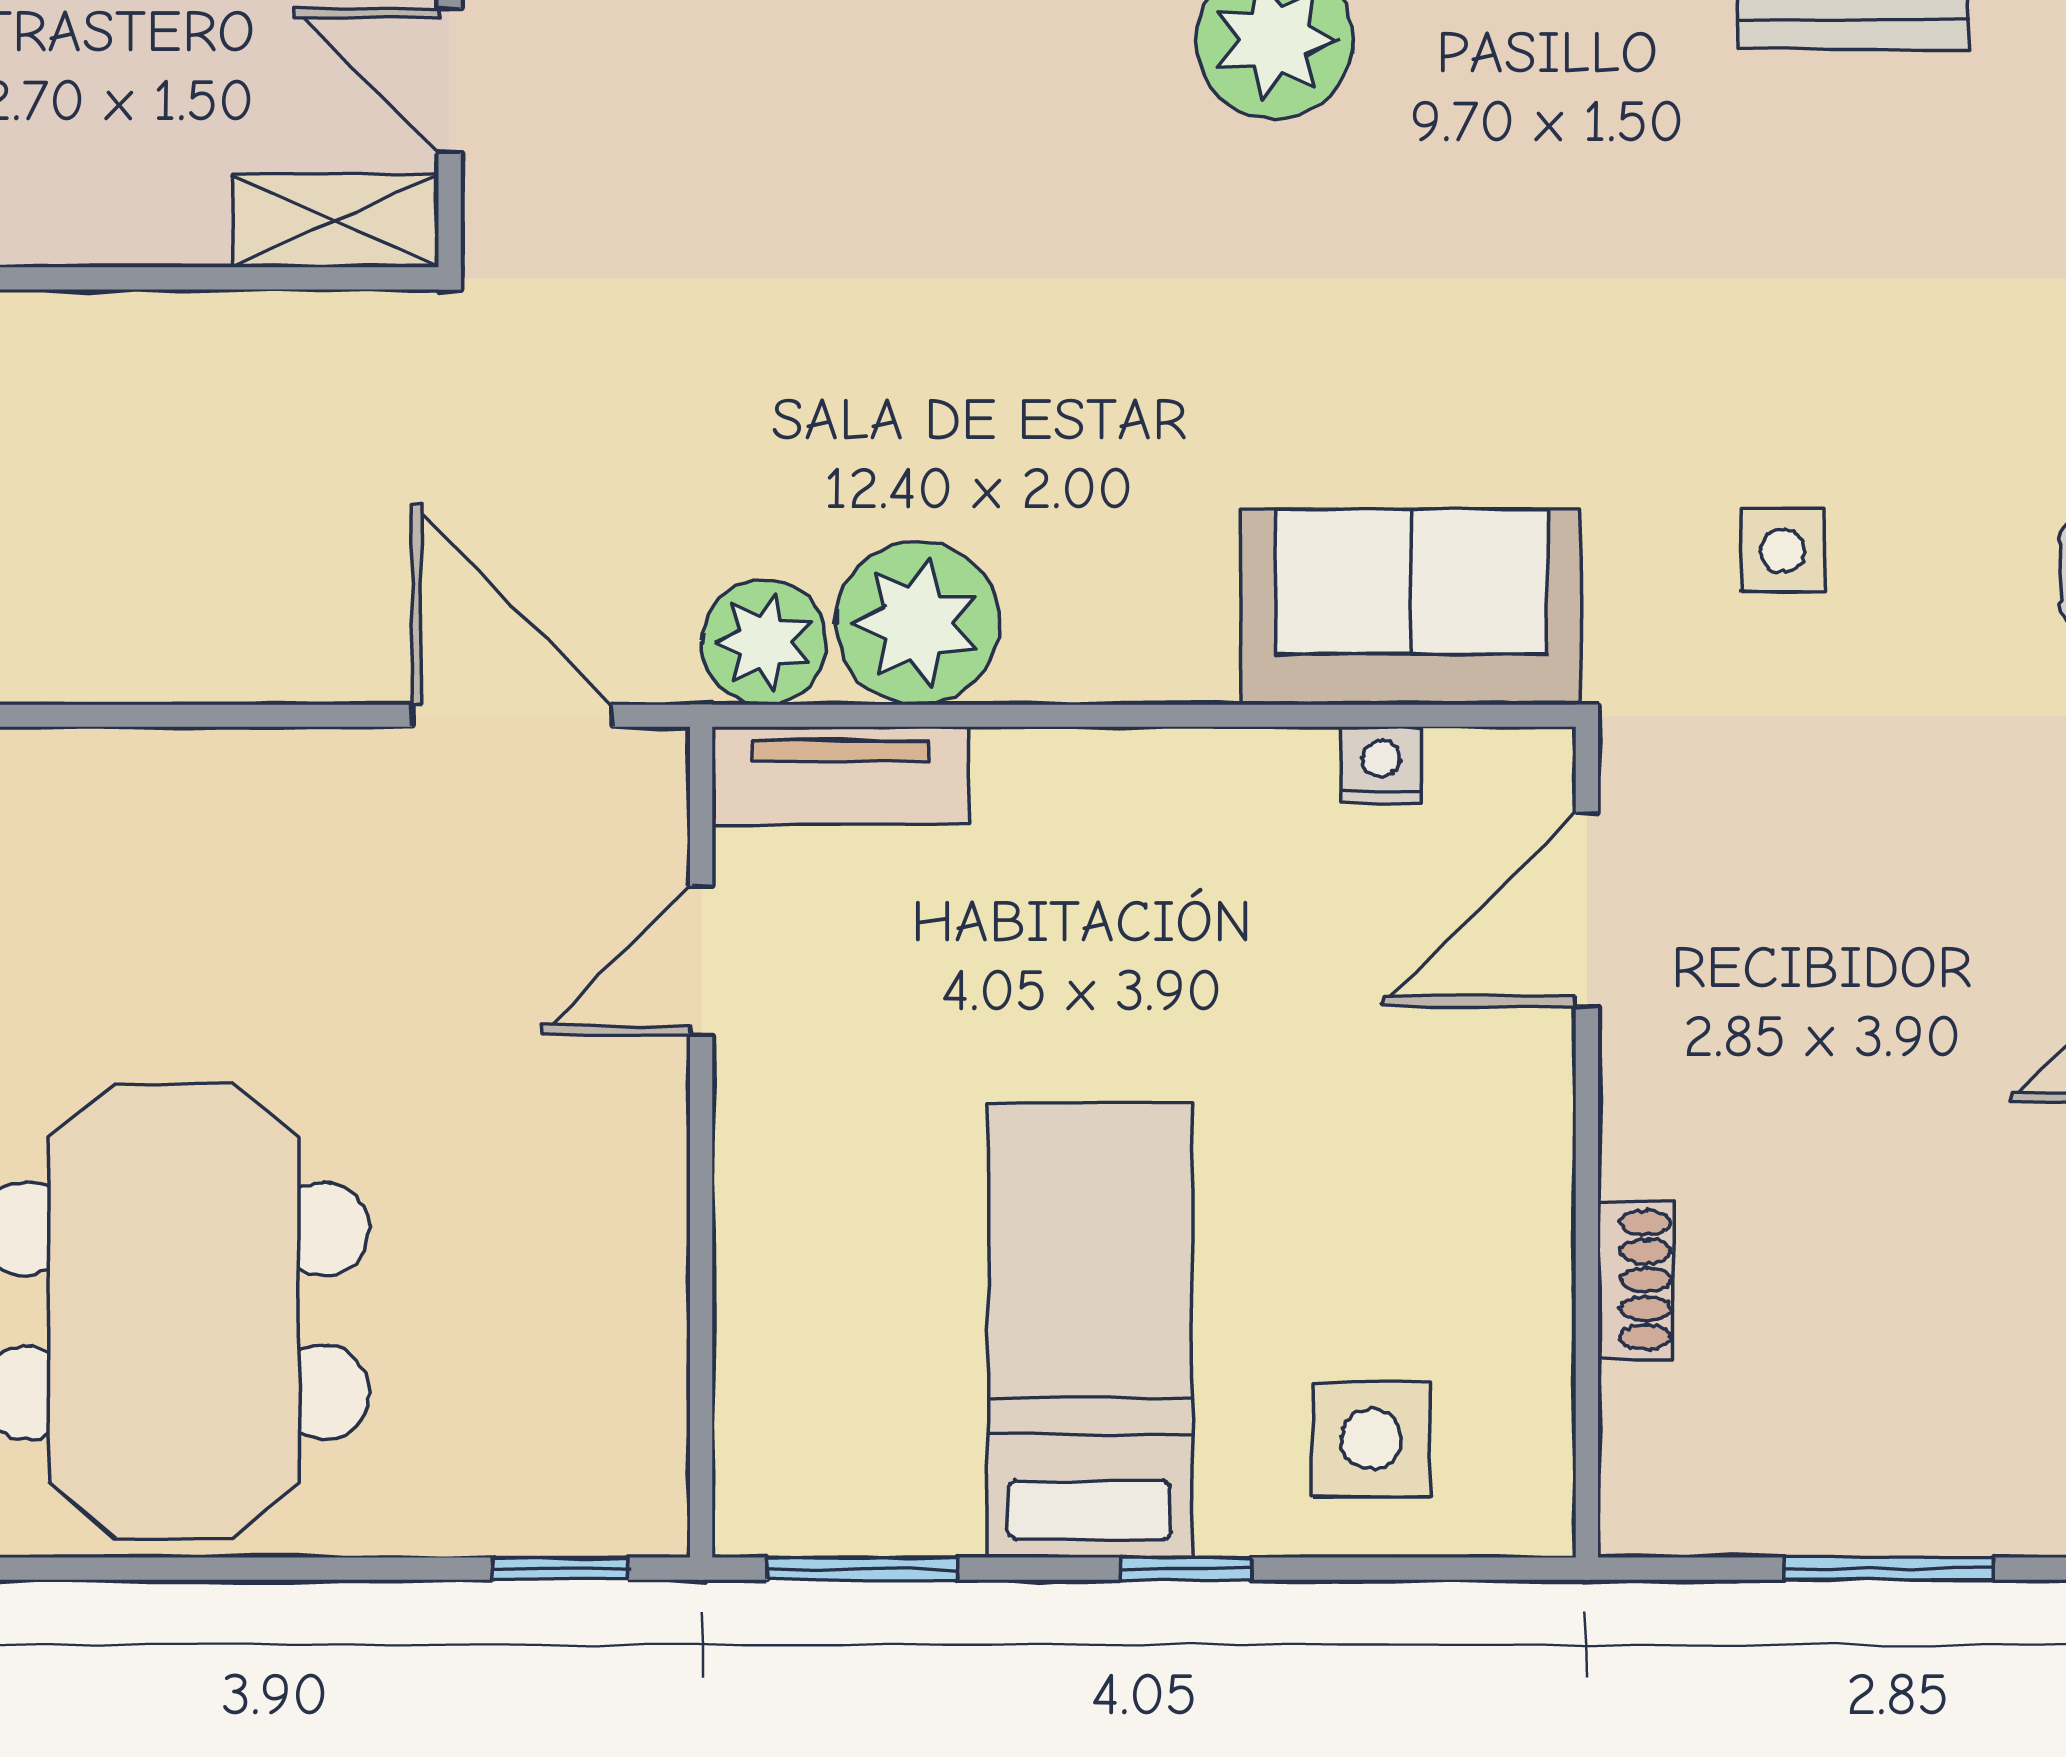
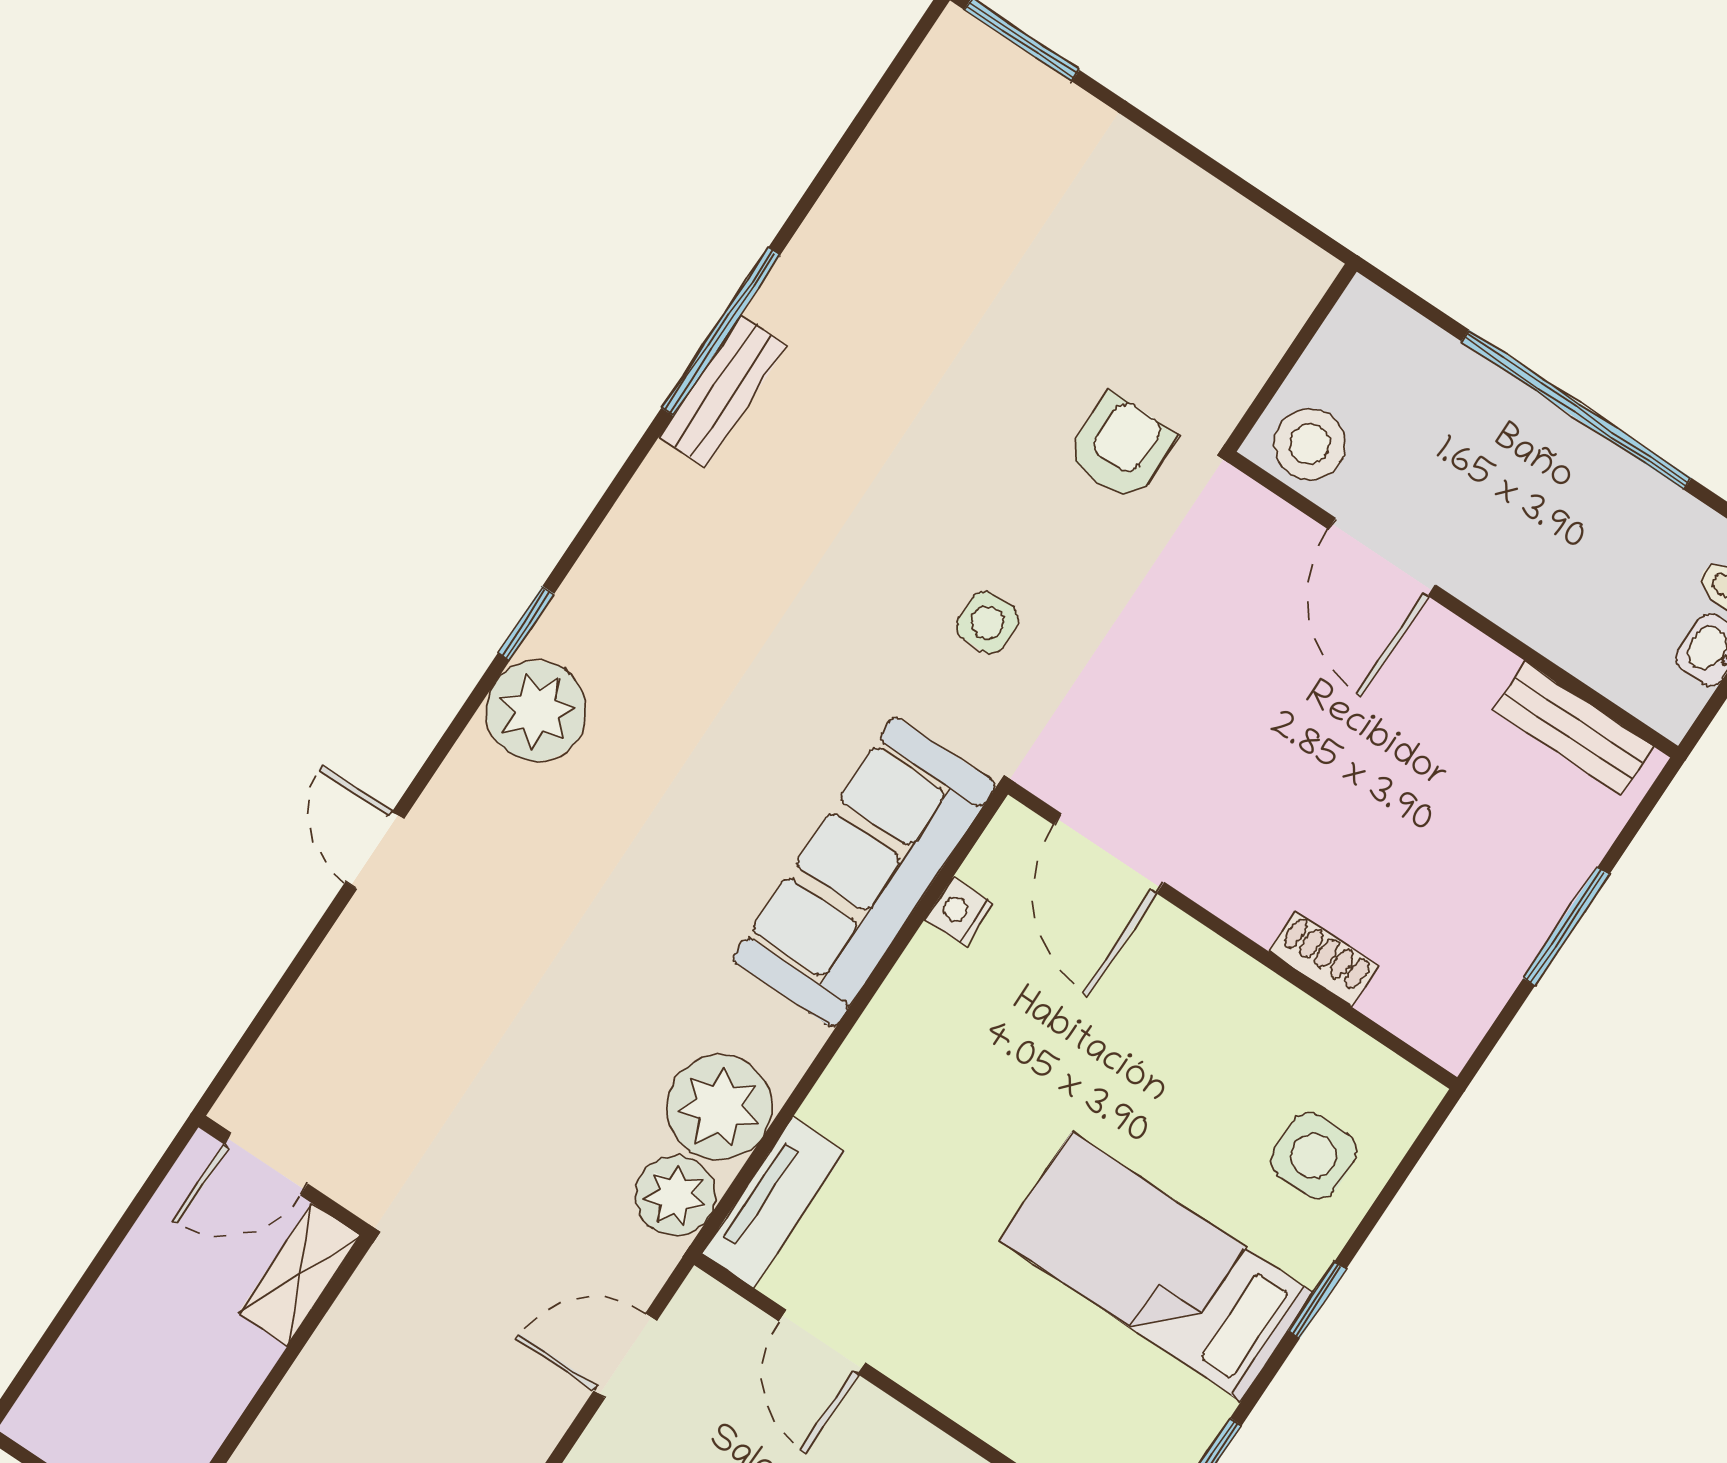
sofa: (1411, 607) -> (864, 872), width x1.36
door: (512, 716) -> (625, 1356), width x0.73

